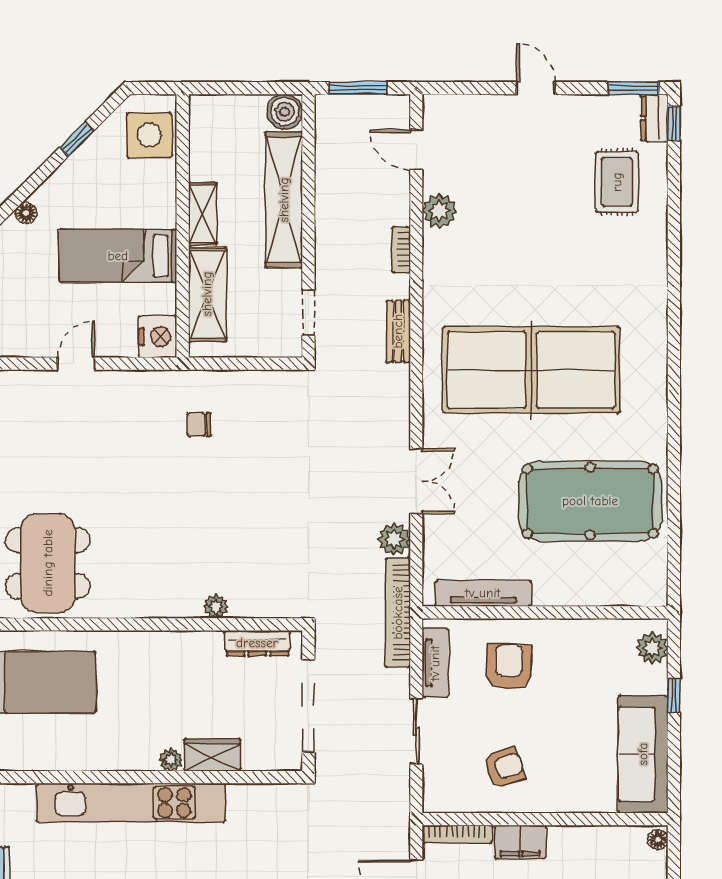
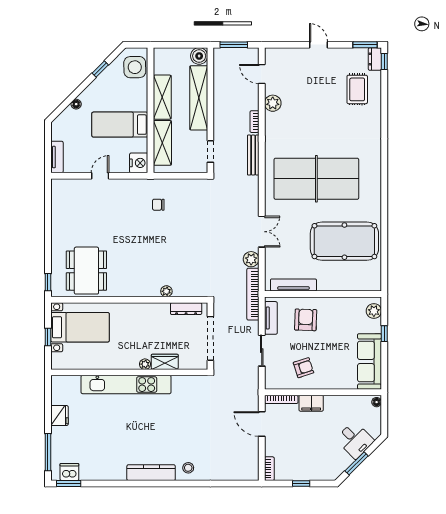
shelving: (202, 214) -> (162, 97), width x1.50, depth x1.33
bench: (398, 331) -> (253, 155), width x1.36

